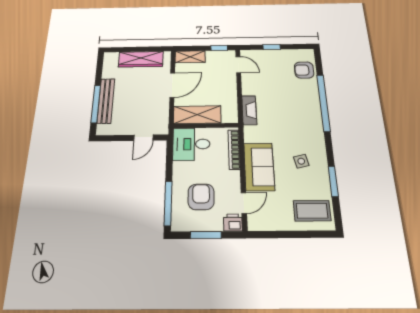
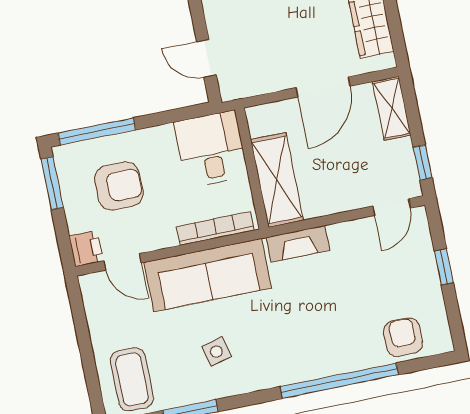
door: (172, 85) -> (323, 87), hinge flipped
shelving: (197, 115) -> (277, 180), moved
sofa: (259, 167) -> (208, 275), width x1.36
window: (206, 235) -> (52, 183), moved

